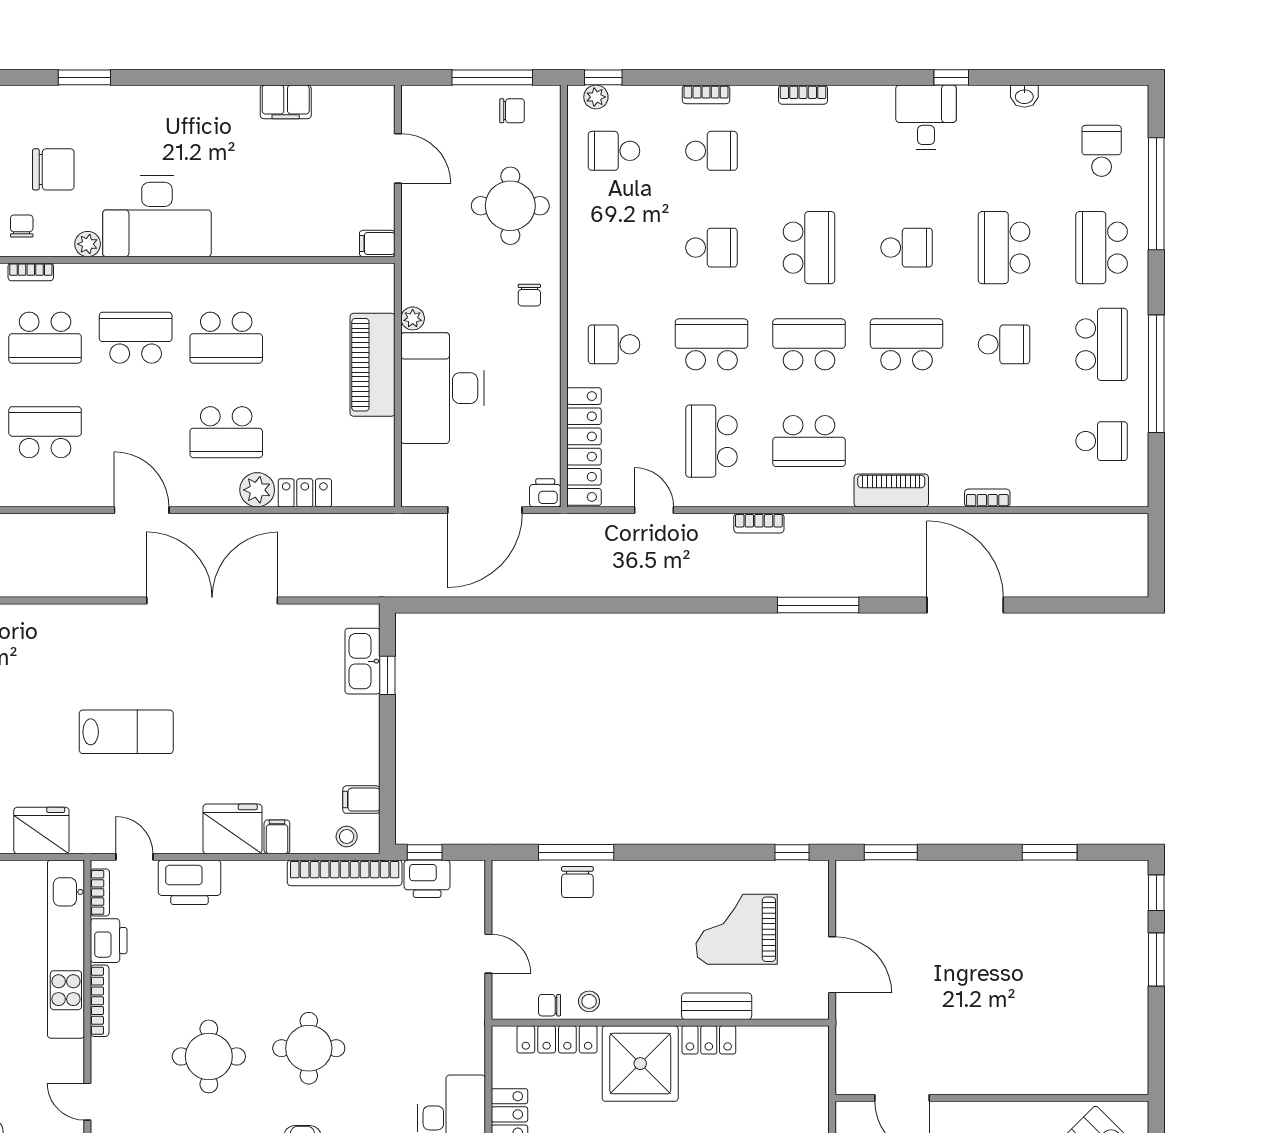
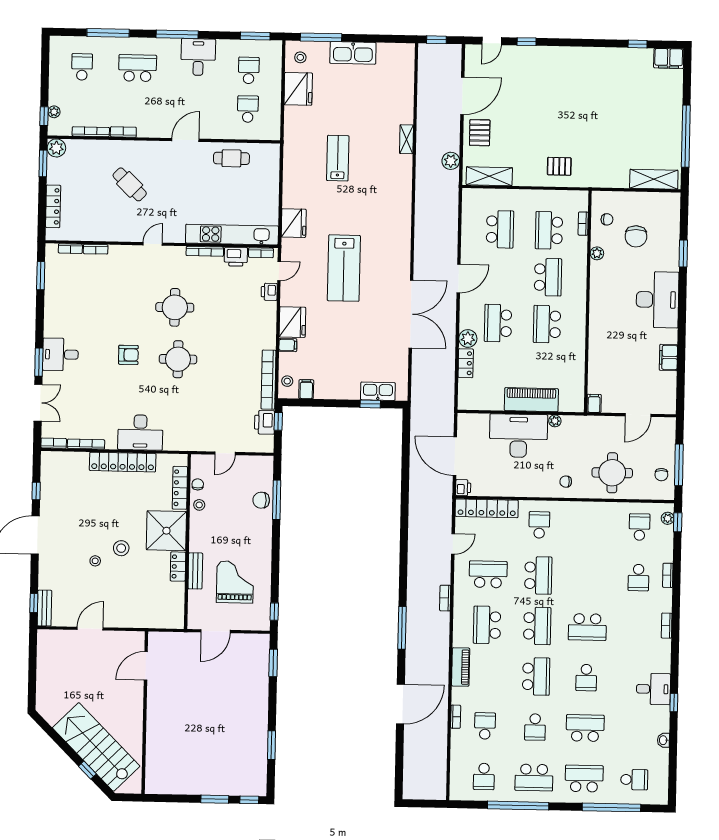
desk: (157, 216) -> (657, 300), moved, turned 180
school desk: (711, 248) -> (485, 726), moved, turned 180
lab bench: (126, 732) -> (344, 268), width x1.36, depth x1.39
printer: (189, 882) -> (269, 292), width x0.53, depth x0.68

